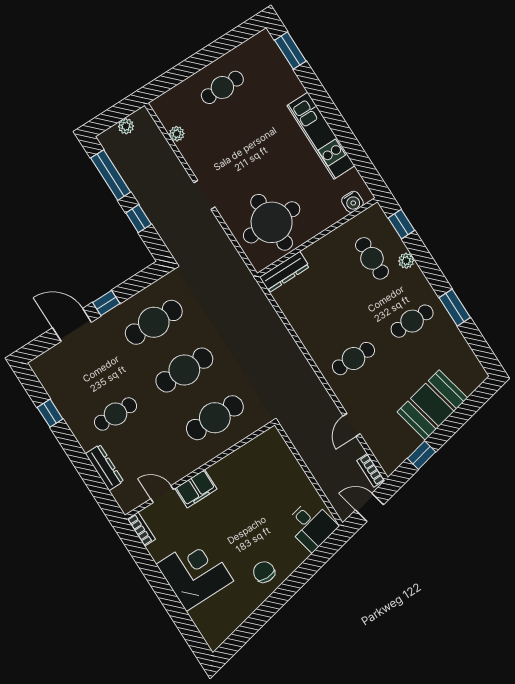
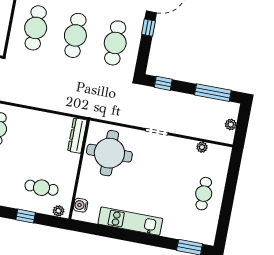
window: (139, 219) -> (163, 83), moved
window: (401, 224) -> (26, 216), moved
plant: (406, 261) -> (59, 211), moved

